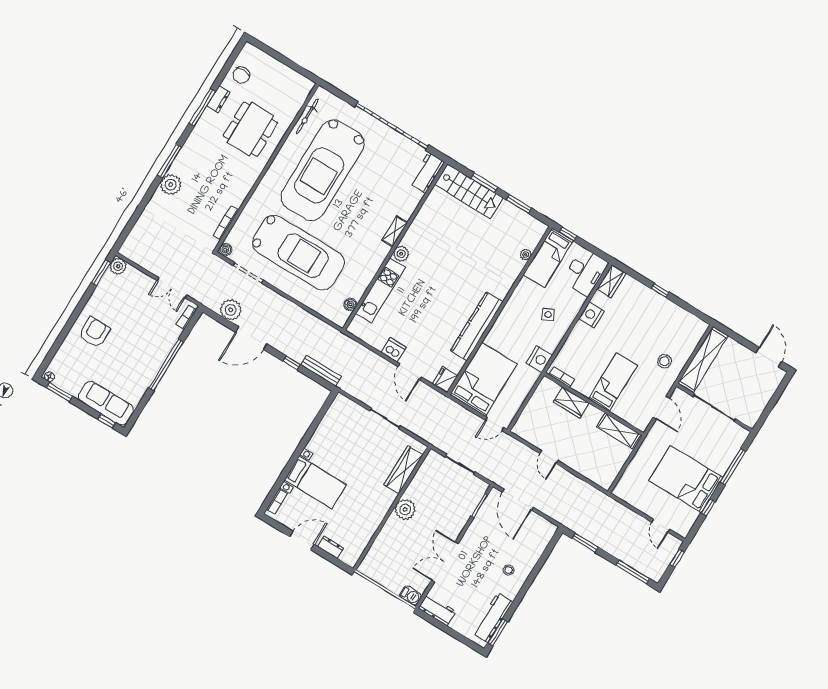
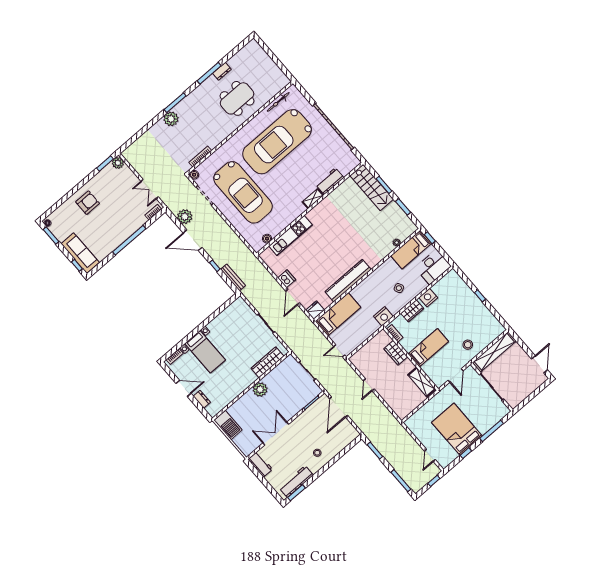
chair: (241, 75) -> (242, 60), removed
workbench: (427, 173) -> (330, 181), moved
plant: (401, 254) -> (312, 215), removed
wardrobe: (611, 281) -> (412, 311), moved
bed: (483, 379) -> (338, 314), width x0.67
barbecue: (410, 595) -> (228, 425), moved, width x1.88, depth x1.53

